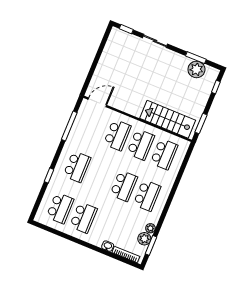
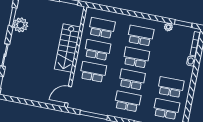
plant: (196, 69) -> (21, 25), moved
door: (97, 102) -> (68, 95), hinge flipped
stairs: (168, 119) -> (67, 48), moved
school desk: (100, 176) -> (132, 79), added
plant: (144, 239) -> (179, 30), removed

